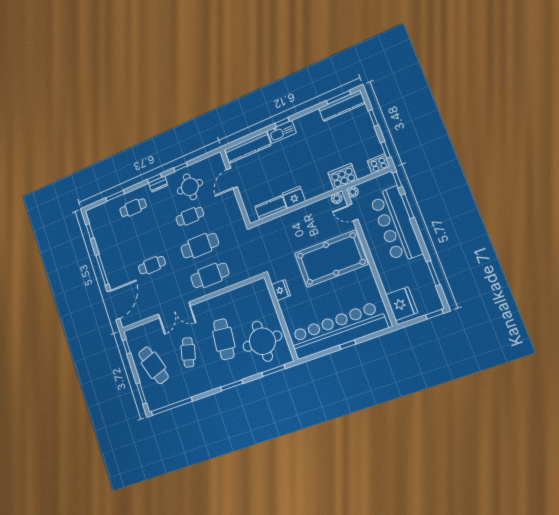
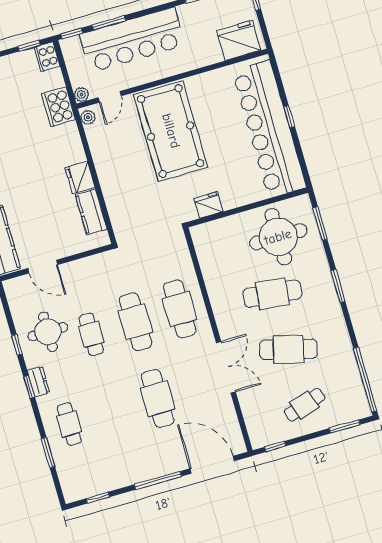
cafe table: (152, 265) -> (158, 399), width x1.37, depth x1.35
cafe table: (188, 352) -> (288, 349), width x1.37, depth x1.35
cafe table: (153, 365) -> (305, 405), width x0.73, depth x0.74

